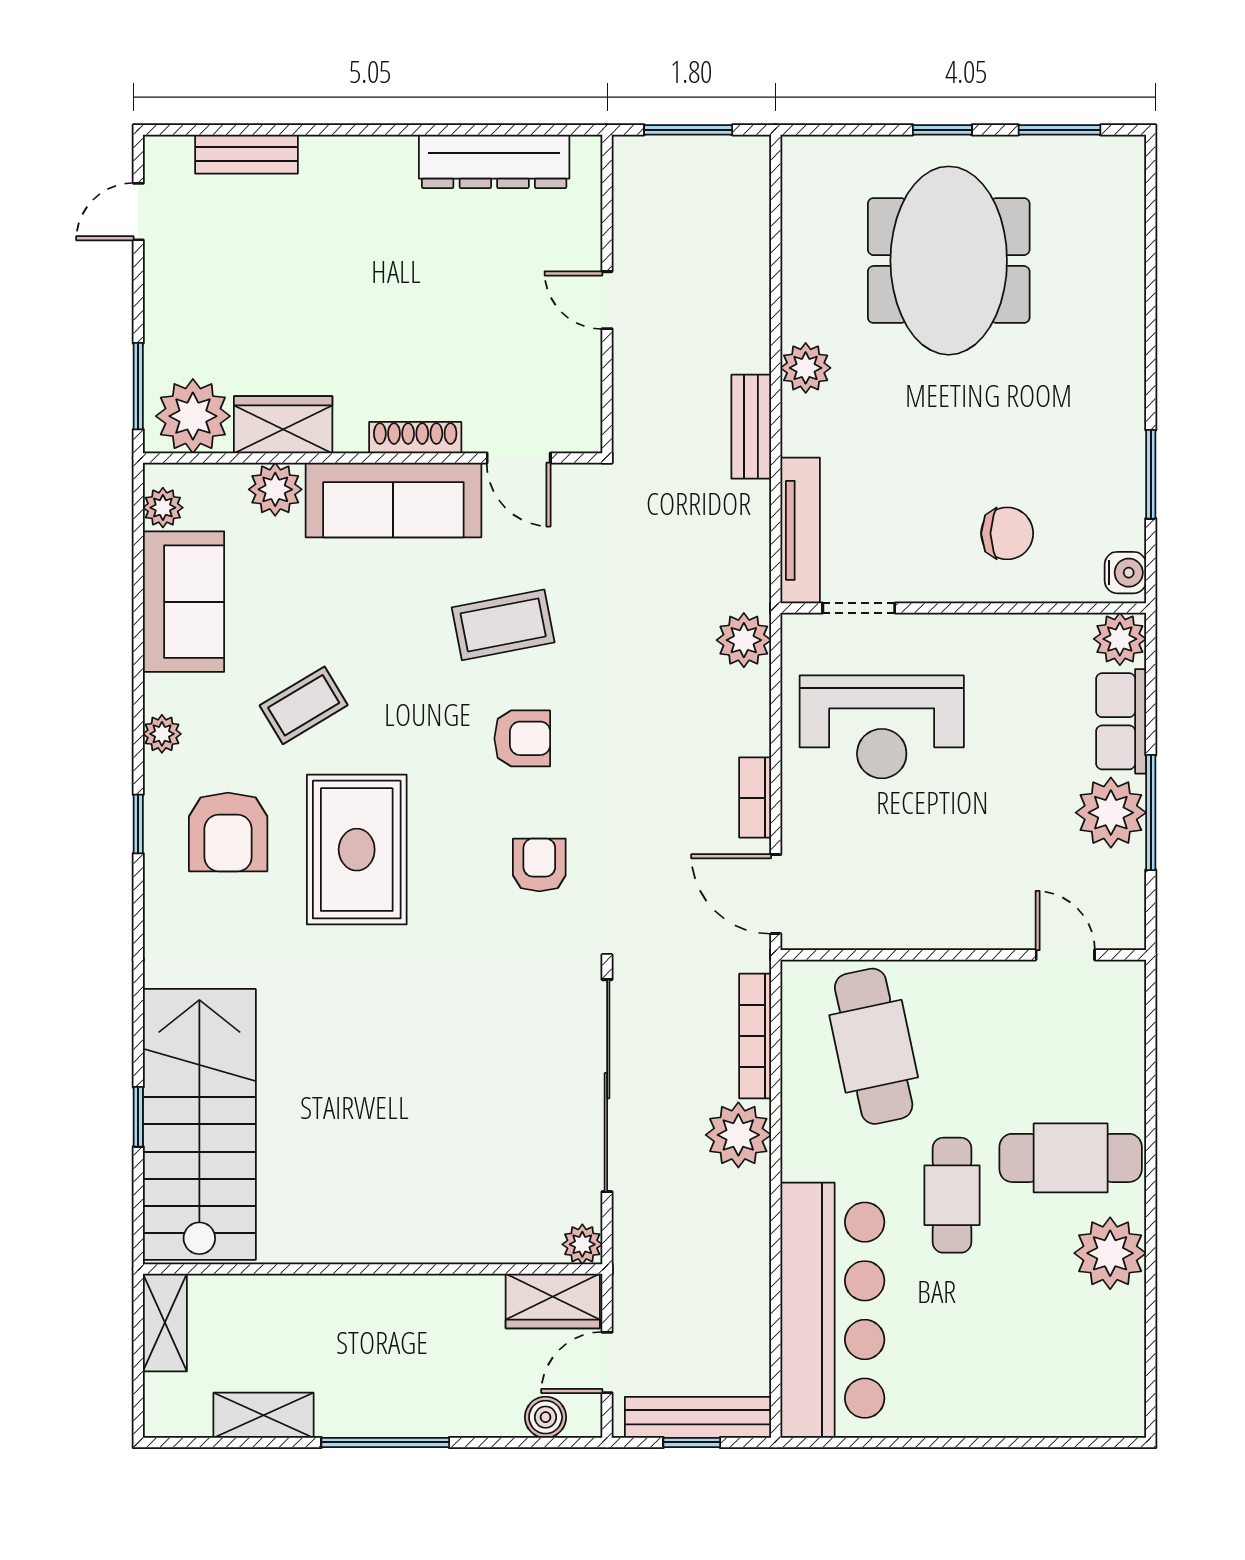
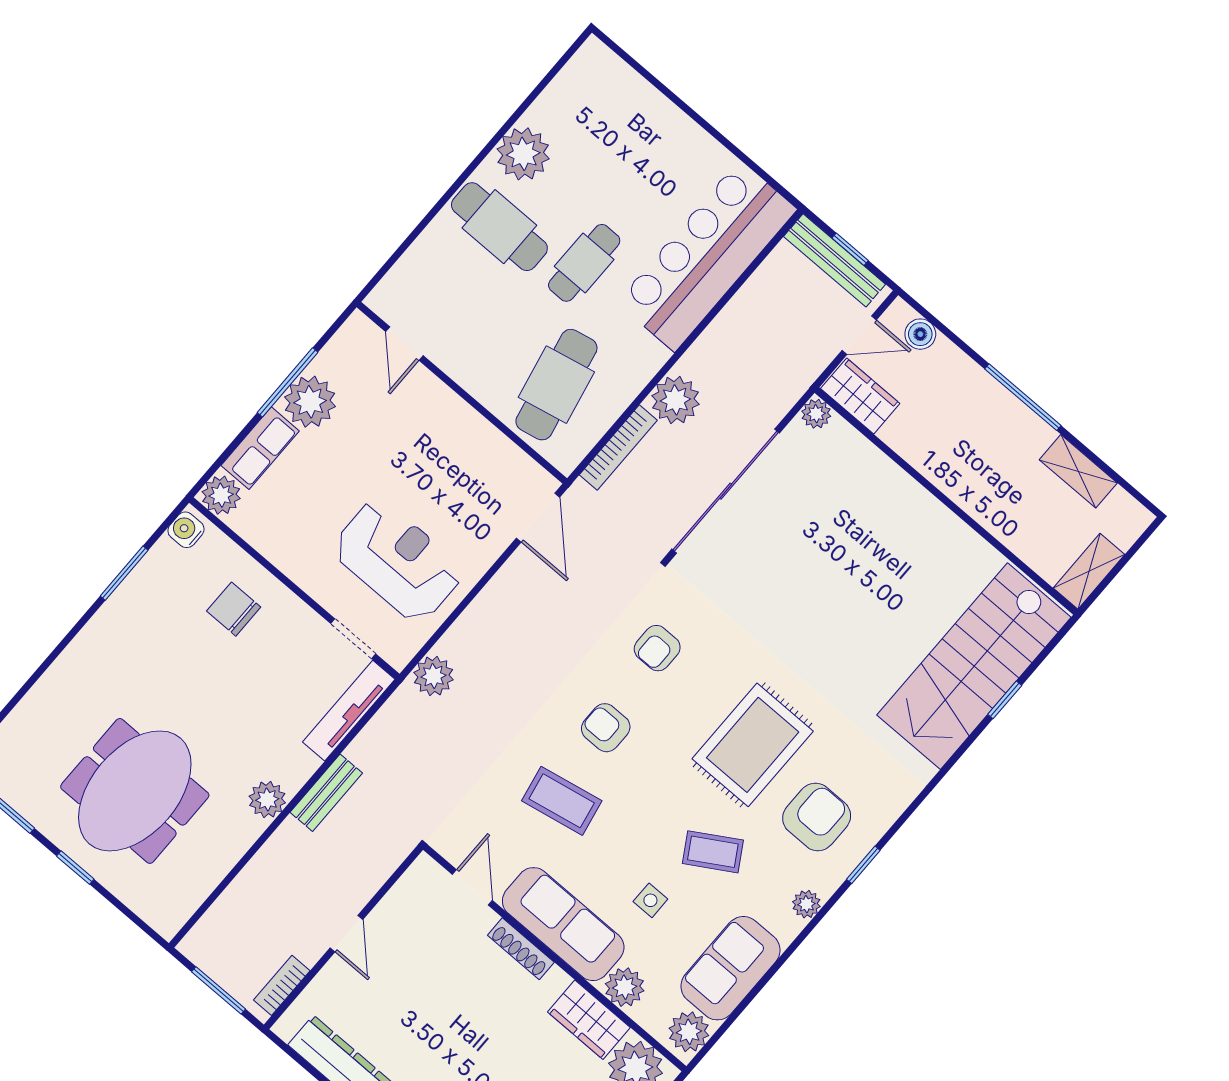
plant: (163, 508) -> (689, 1032), width x1.38, depth x1.38
side table: (325, 601) -> (650, 900), added
bookcase: (755, 798) -> (282, 985), moved, turned 180

